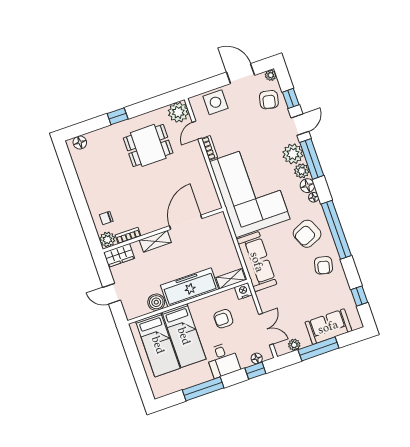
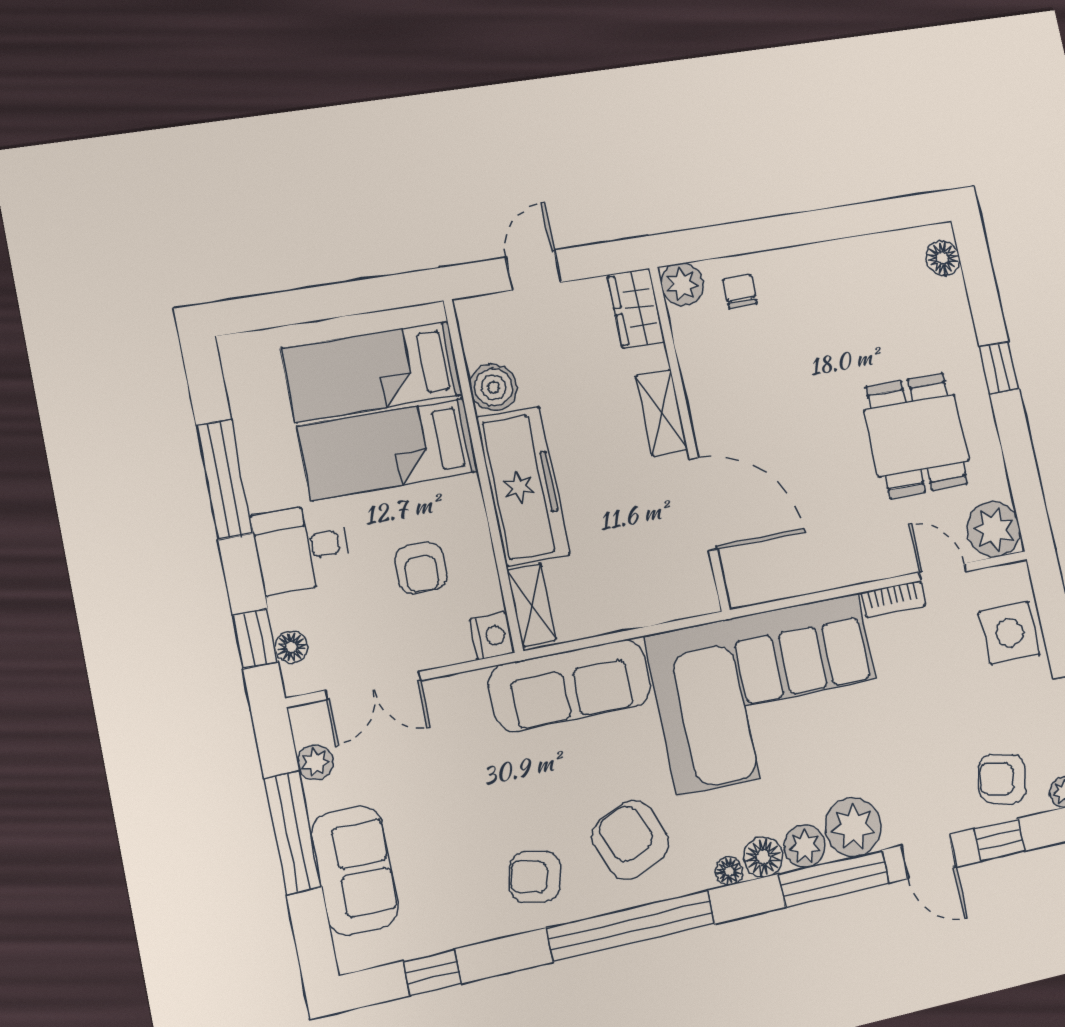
bookcase: (128, 236) -> (686, 342), removed
armchair: (223, 319) -> (421, 568), turned 180

